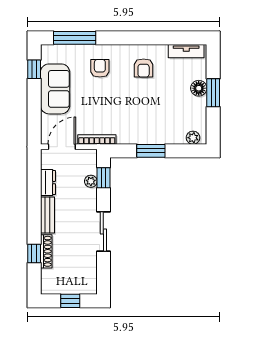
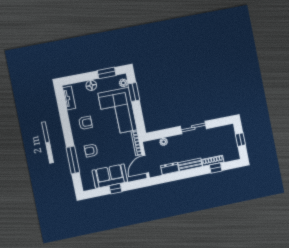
window: (75, 38) -> (73, 160), moved
window: (34, 69) -> (116, 189), moved
window: (213, 93) -> (107, 73), moved
corner sofa: (151, 120) -> (118, 111), added
door: (62, 147) -> (146, 164), hinge flipped
window: (151, 151) -> (134, 92), moved
window: (103, 178) -> (160, 134), removed

